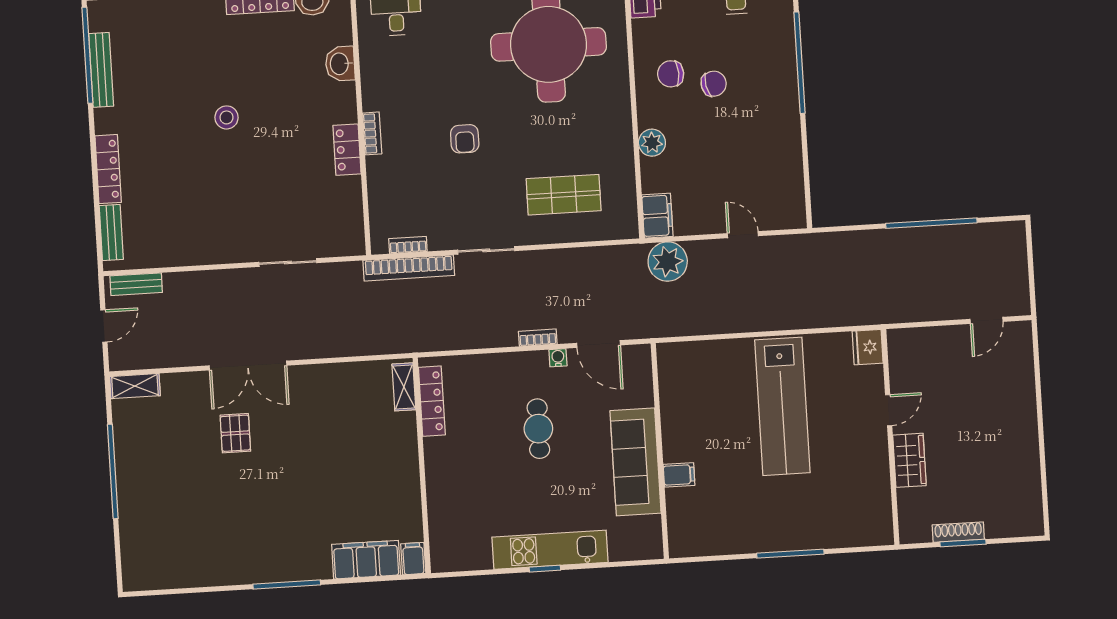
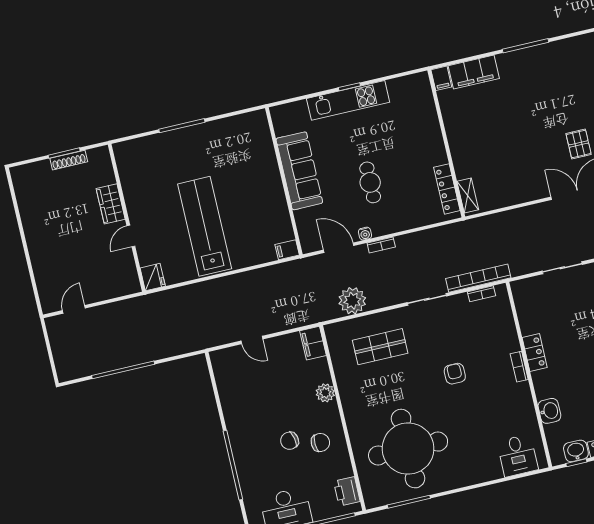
plant: (668, 262) -> (352, 301), moved
filing cabinet: (679, 475) -> (287, 250), moved

